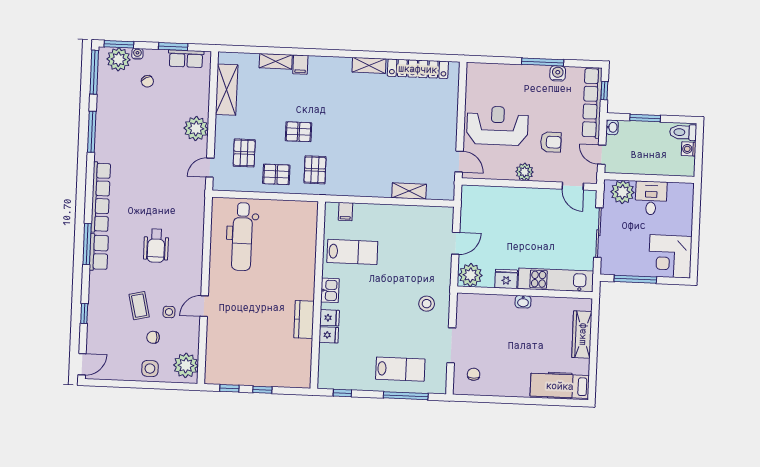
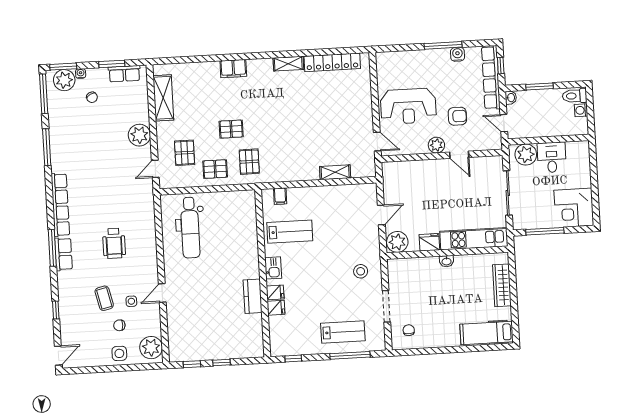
shelving: (276, 61) -> (205, 68), removed
filing cabinet: (300, 65) -> (233, 69), width x2.00
reception desk: (497, 126) -> (408, 106), turned 180
door: (573, 186) -> (459, 155), moved

